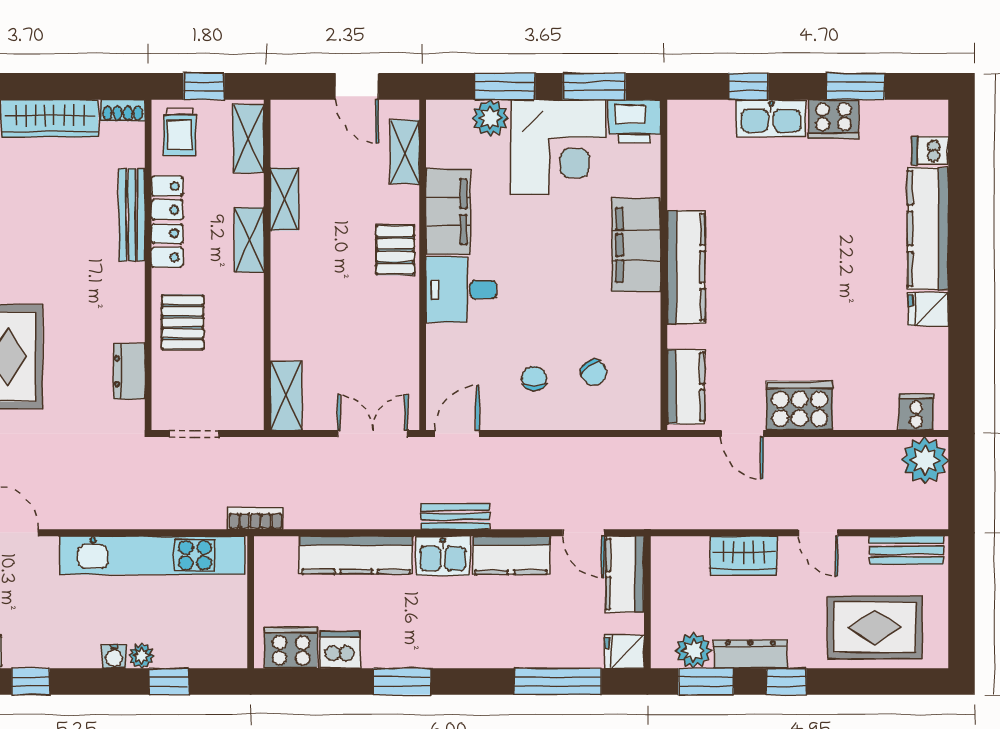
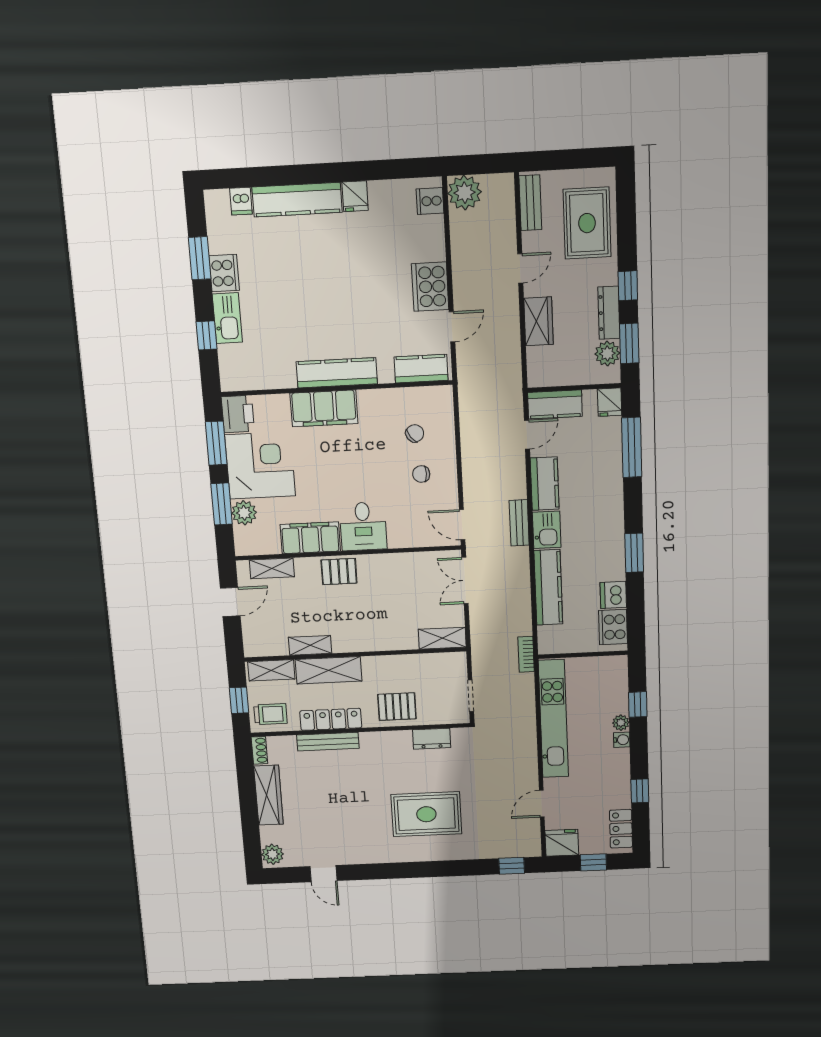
shelving: (249, 240) -> (328, 670), width x1.50, depth x1.33

